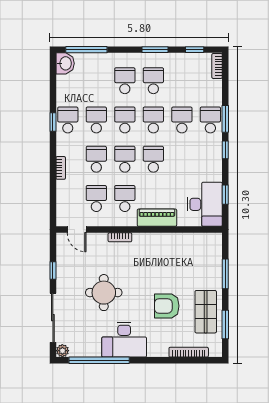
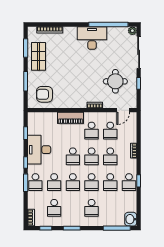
school desk: (153, 81) -> (54, 208), moved
desk: (205, 204) -> (39, 150), moved
door: (77, 230) -> (123, 110), swing flipped
round table: (104, 293) -> (115, 81), moved
armchair: (167, 306) -> (45, 94), moved, turned 180

